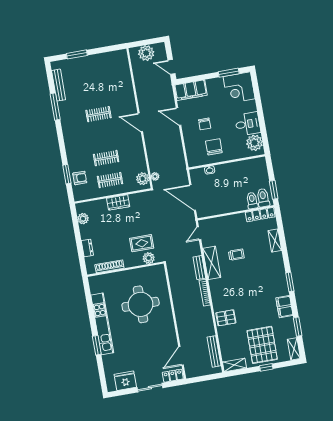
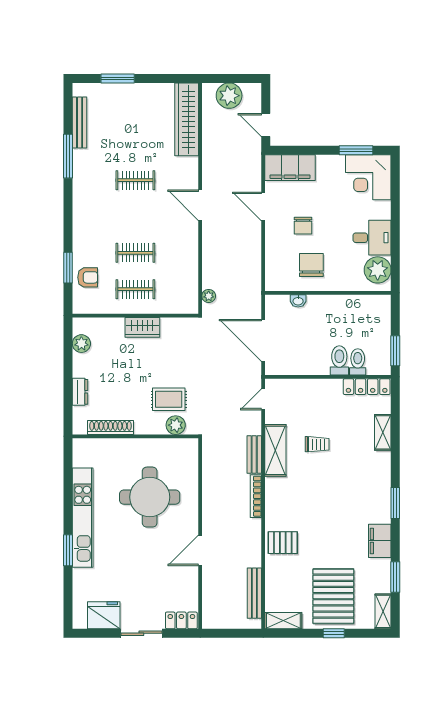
wardrobe: (123, 72) -> (187, 119), added
plant: (143, 179) -> (188, 296), removed
toilet: (263, 198) -> (339, 360), moved
door: (181, 356) -> (200, 550), moved

